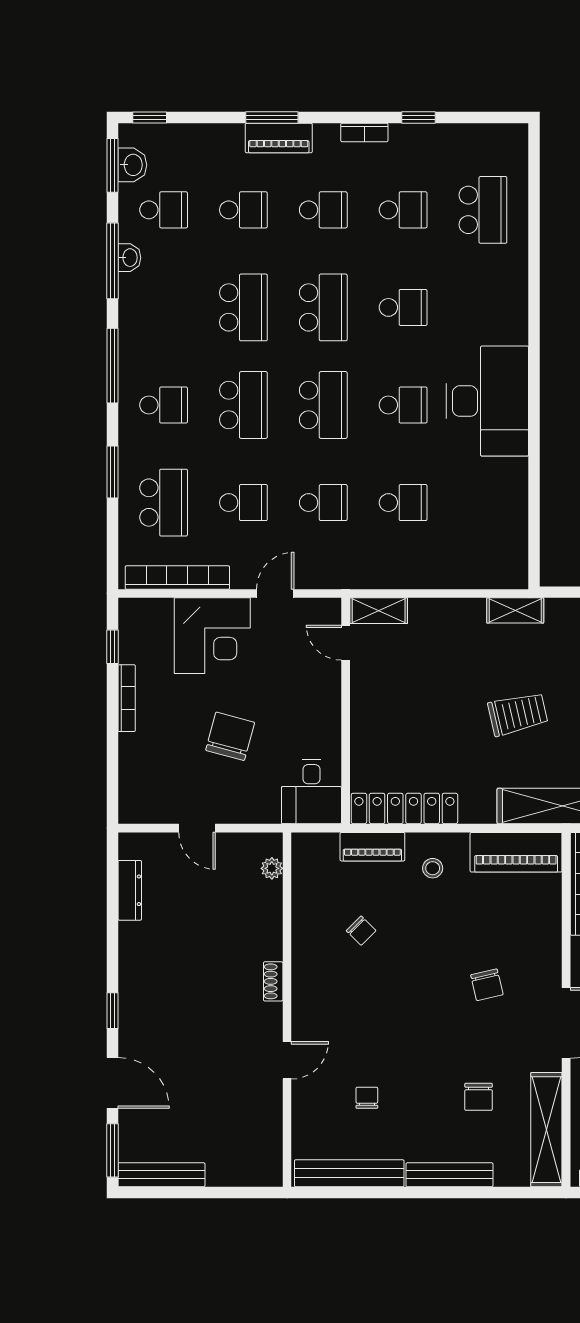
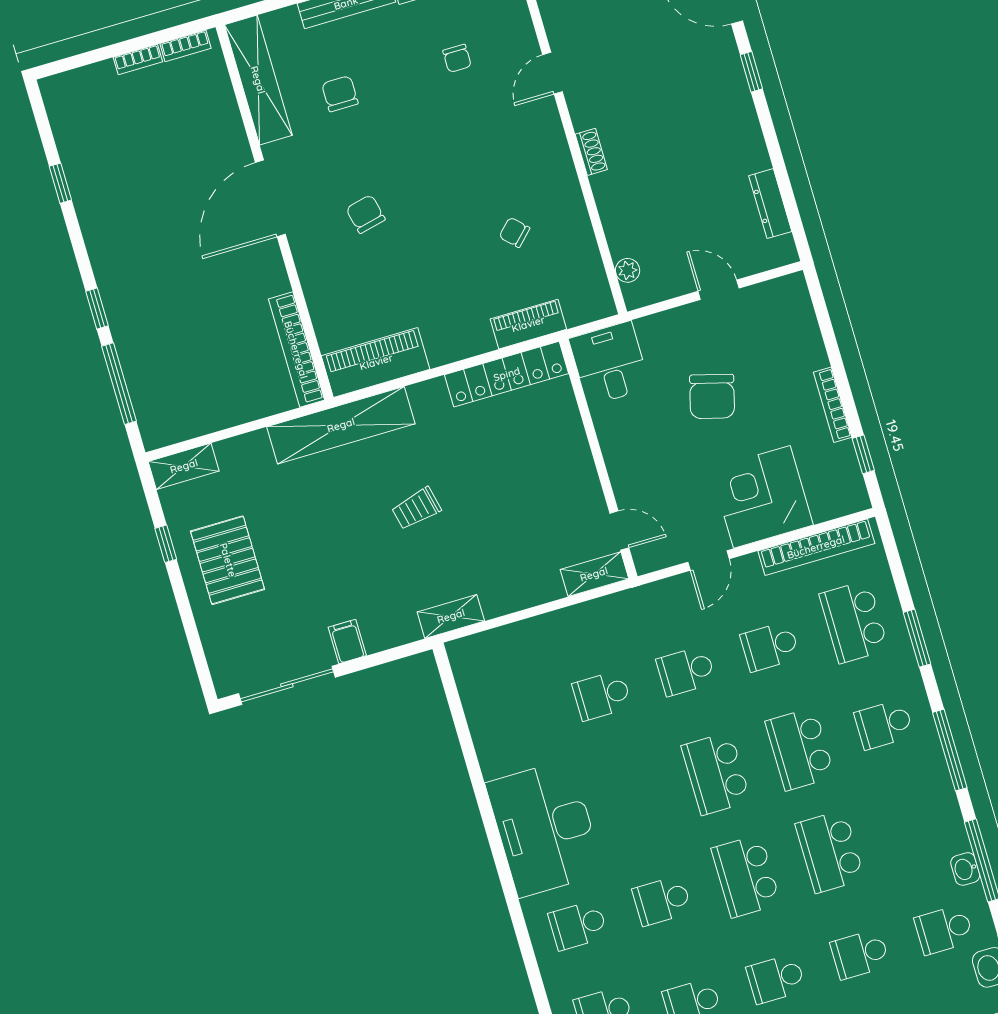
school desk: (403, 405) -> (578, 925), moved
trolley: (518, 714) -> (416, 509), width x0.73, depth x0.72
stool: (433, 868) -> (458, 320), removed

